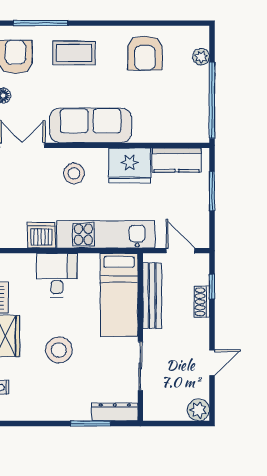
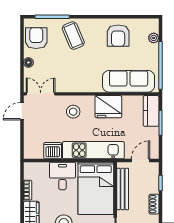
coffee table: (74, 53) -> (73, 36), turned 67
sofa: (91, 125) -> (129, 81), moved
kitchen counter: (177, 160) -> (151, 111), moved, turned 90
door: (180, 251) -> (141, 160), hinge flipped
bed: (119, 295) -> (96, 188), width x1.50
shoe rack: (202, 302) -> (154, 204), moved

